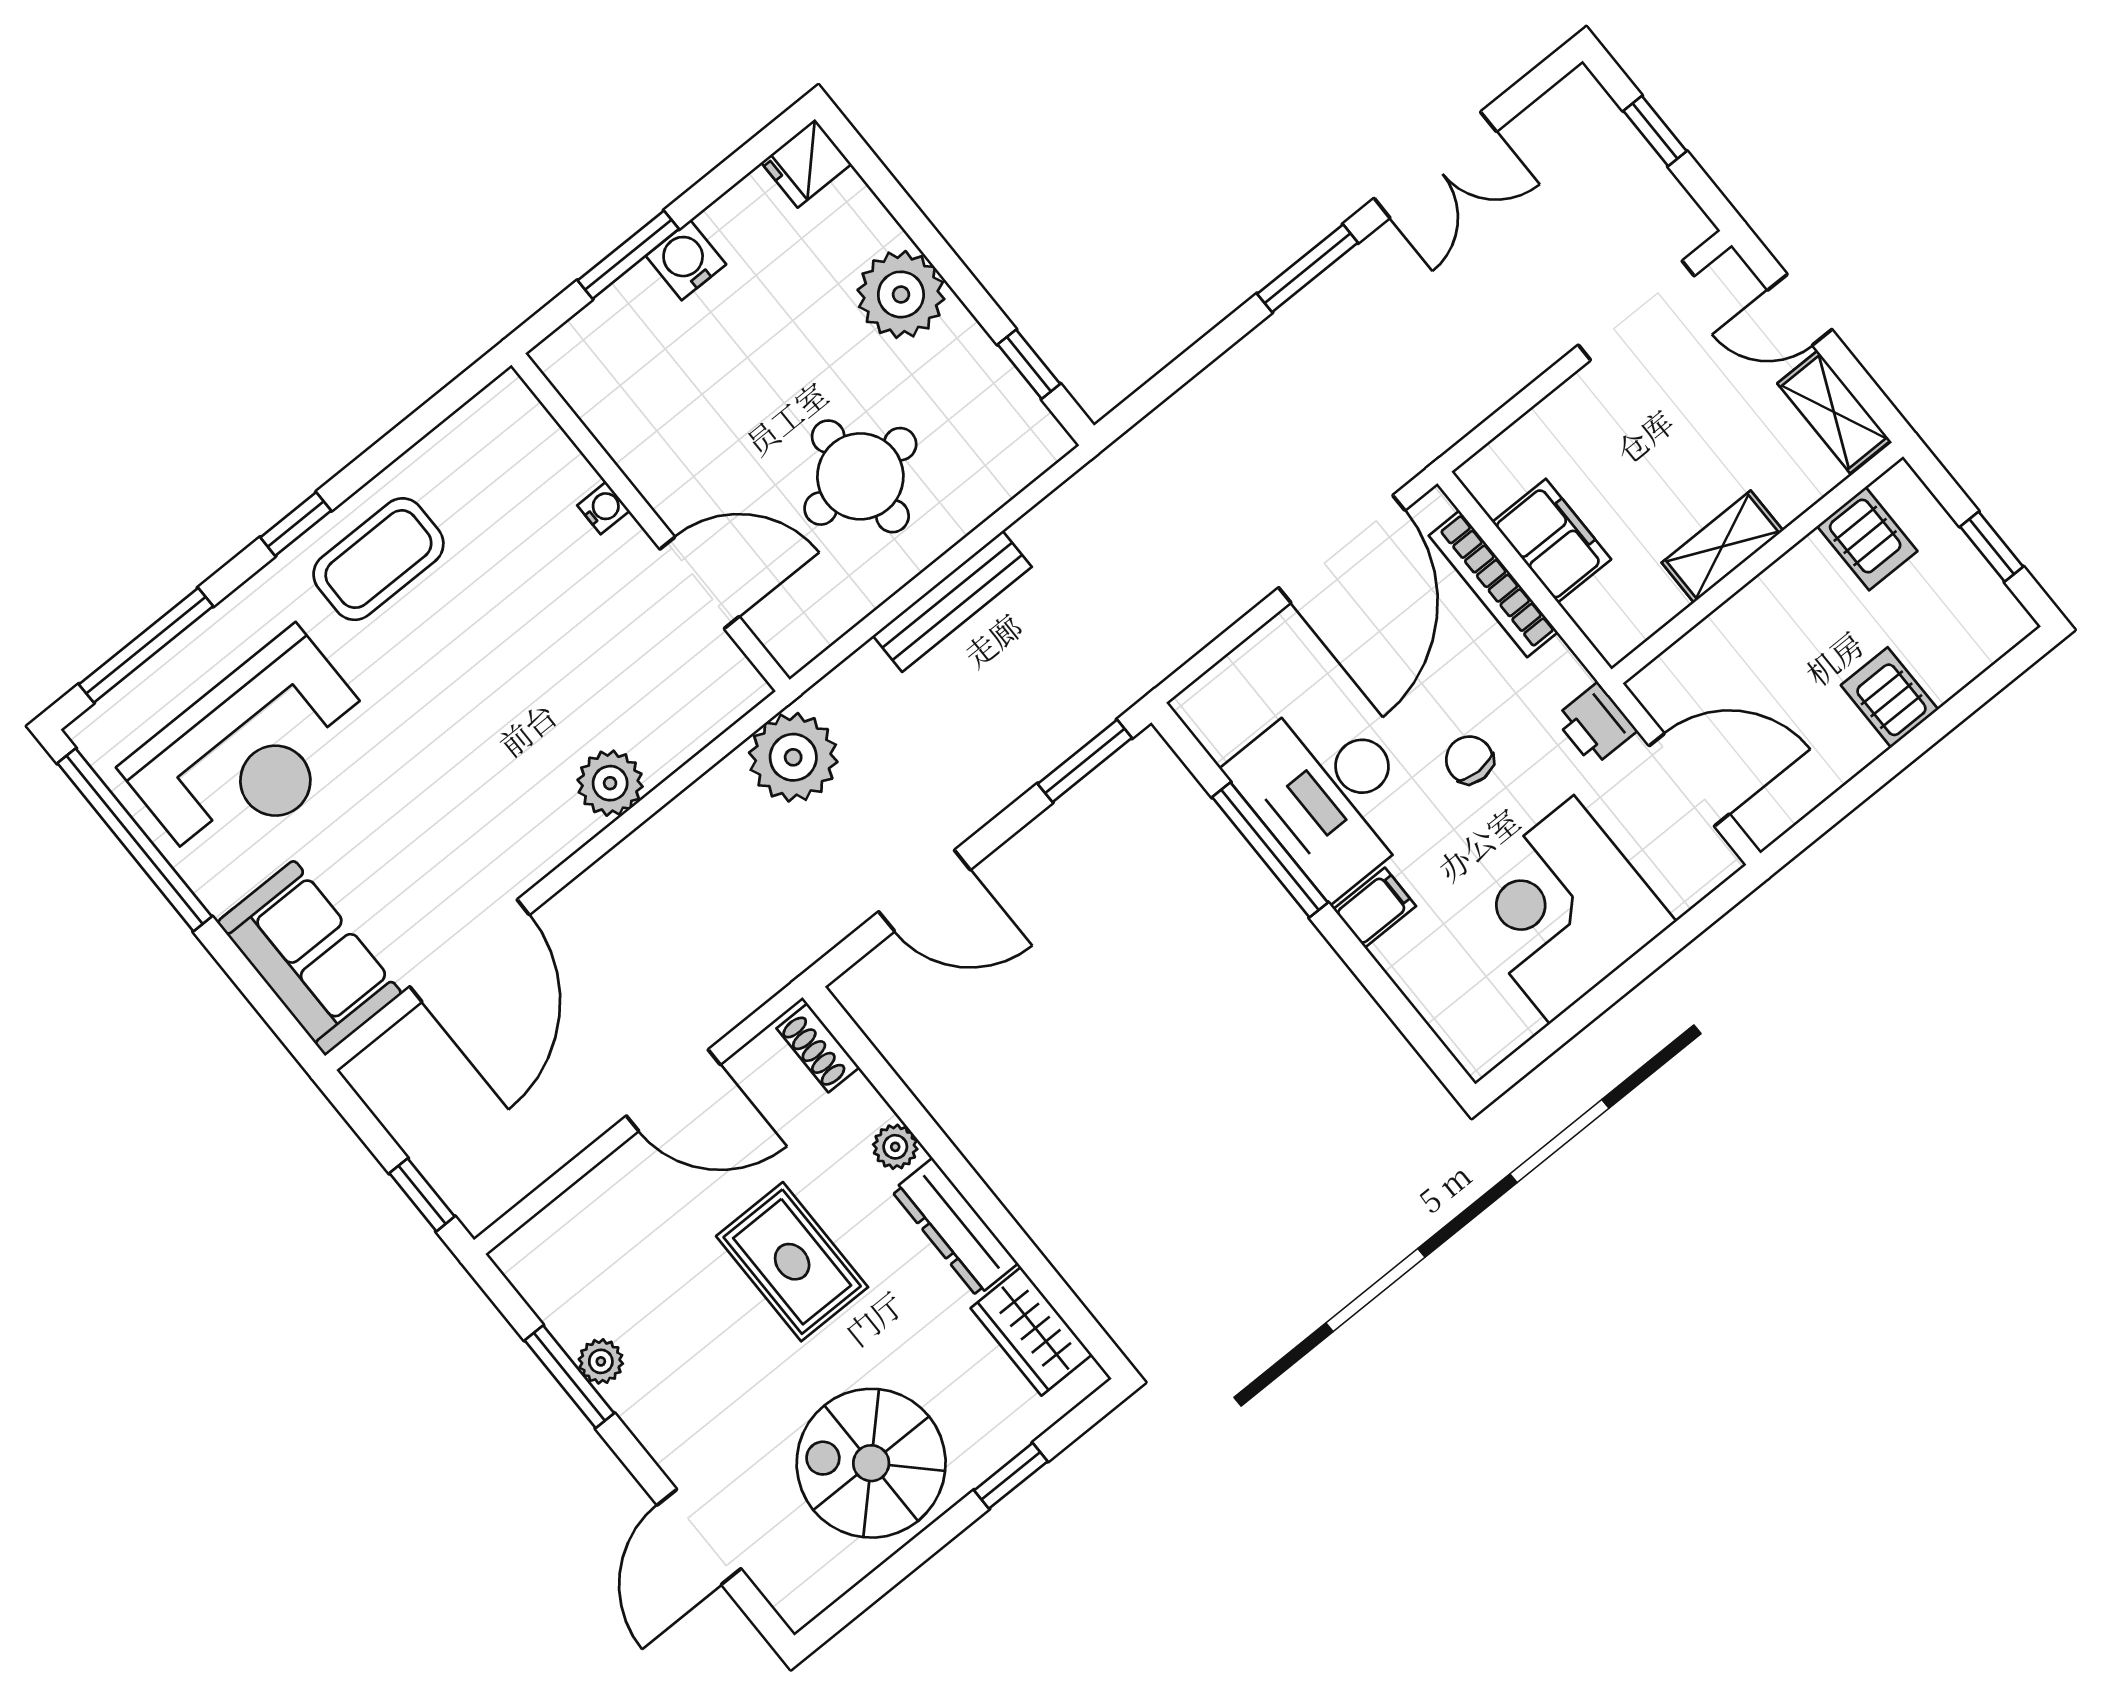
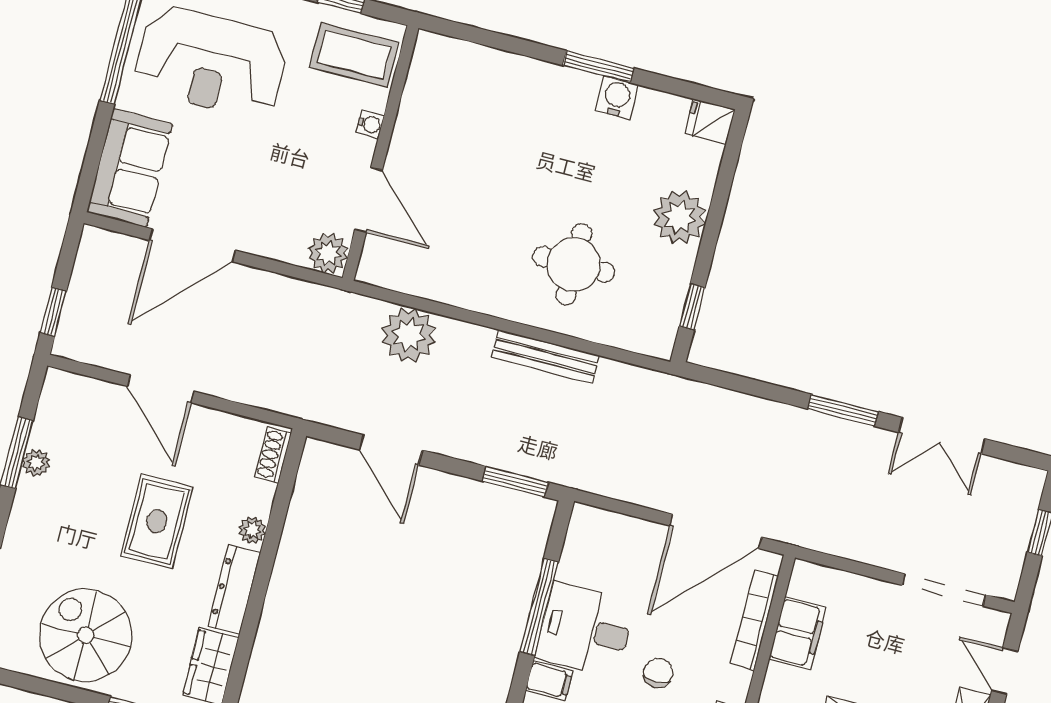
water cooler: (603, 508) -> (370, 124), moved
wall: (650, 522) -> (381, 153), moved
door: (699, 583) -> (369, 200), moved
desk: (1329, 793) -> (585, 630), width x0.73
door: (673, 1090) -> (161, 389), moved

